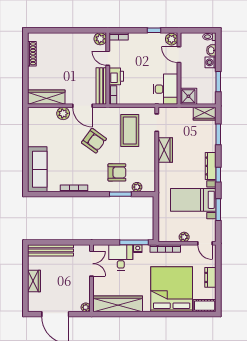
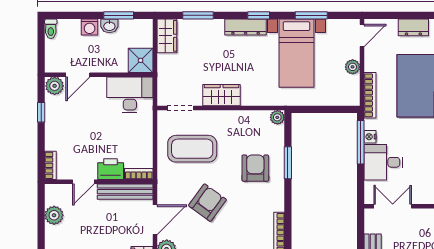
plant: (100, 39) -> (54, 215), moved
washbasin: (211, 50) -> (109, 26), moved
plant: (137, 187) -> (277, 117), moved

